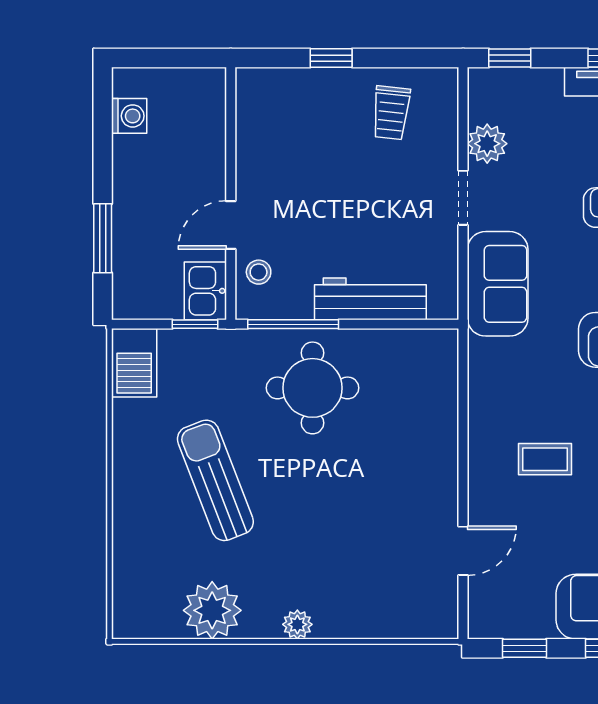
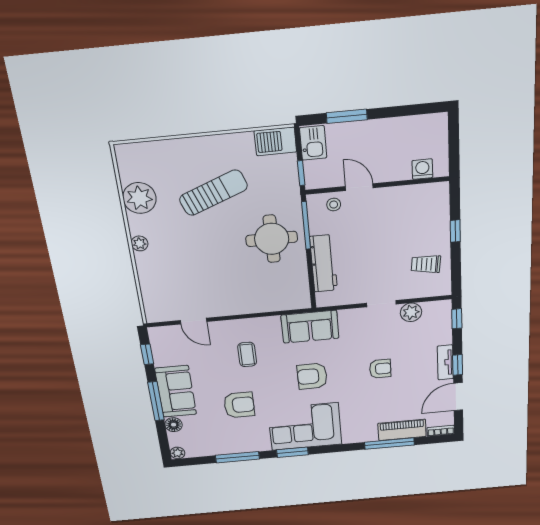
washing machine: (129, 116) -> (422, 169), moved, turned 180
sofa: (498, 284) -> (310, 327), moved
kitchen sink: (205, 291) -> (313, 143), moved, turned 90

